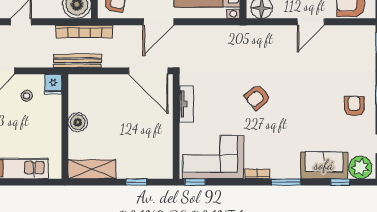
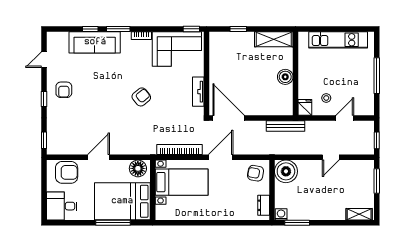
bookcase: (84, 31) -> (179, 150), moved
sofa: (324, 165) -> (95, 42), width x1.36
plant: (360, 167) -> (59, 41), removed
window: (340, 182) -> (90, 29), moved

